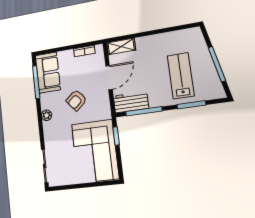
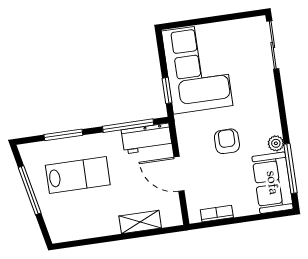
shelving: (121, 46) -> (140, 222), moved
lab bench: (181, 76) -> (78, 175), turned -90
door: (109, 78) -> (179, 174), hinge flipped
armchair: (76, 100) -> (227, 141), turned -50
plant: (47, 115) -> (276, 143), moved

